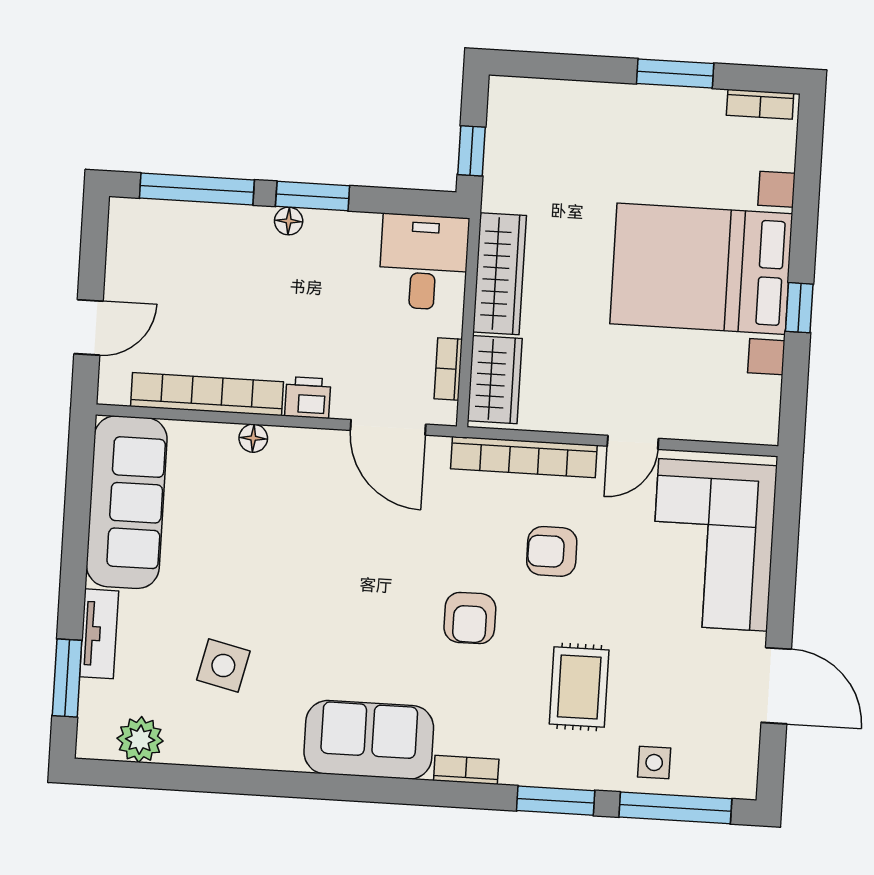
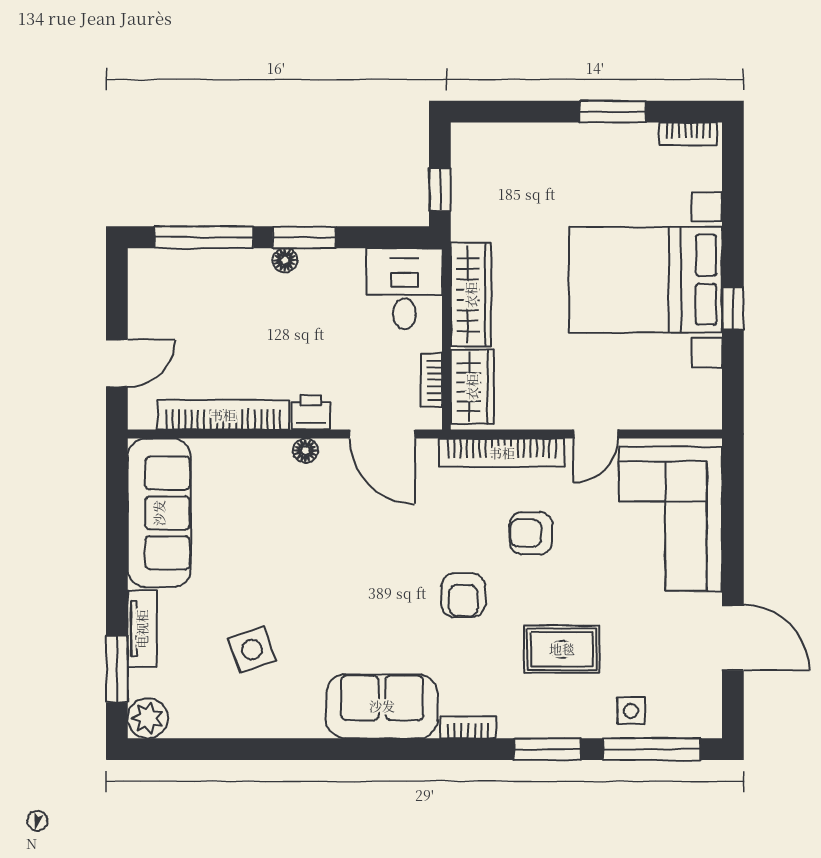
floor lamp: (253, 438) -> (305, 451), moved
side table: (223, 666) -> (252, 650), turned -33
rug: (579, 687) -> (562, 649), turned 90
plant: (140, 740) -> (148, 718), moved

